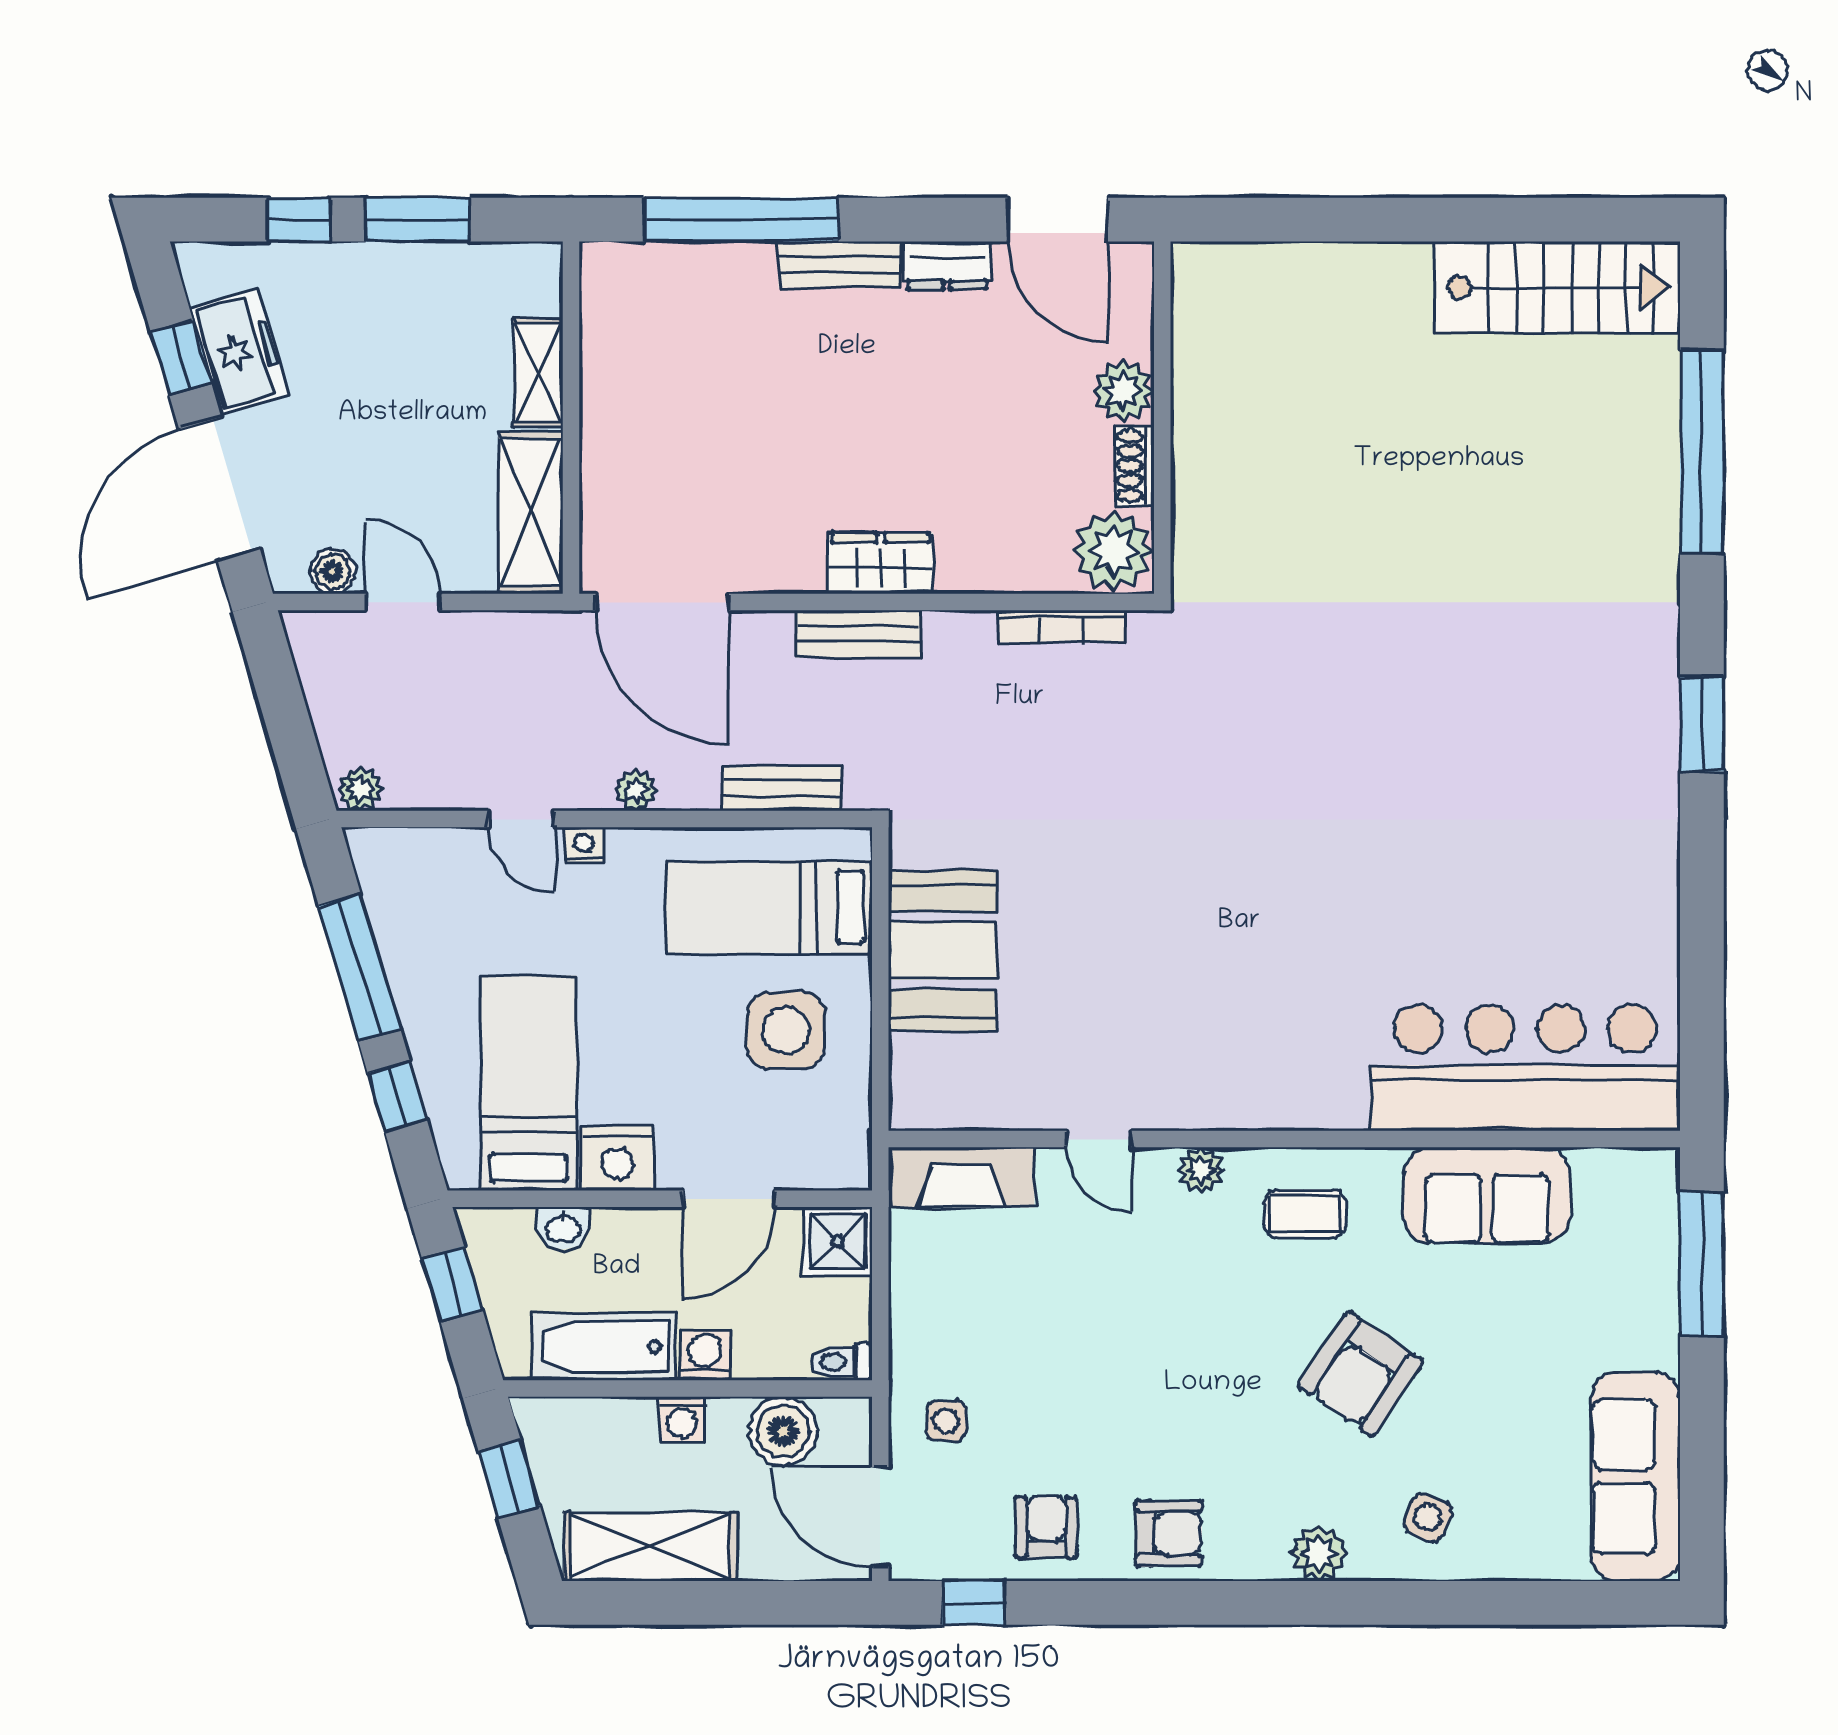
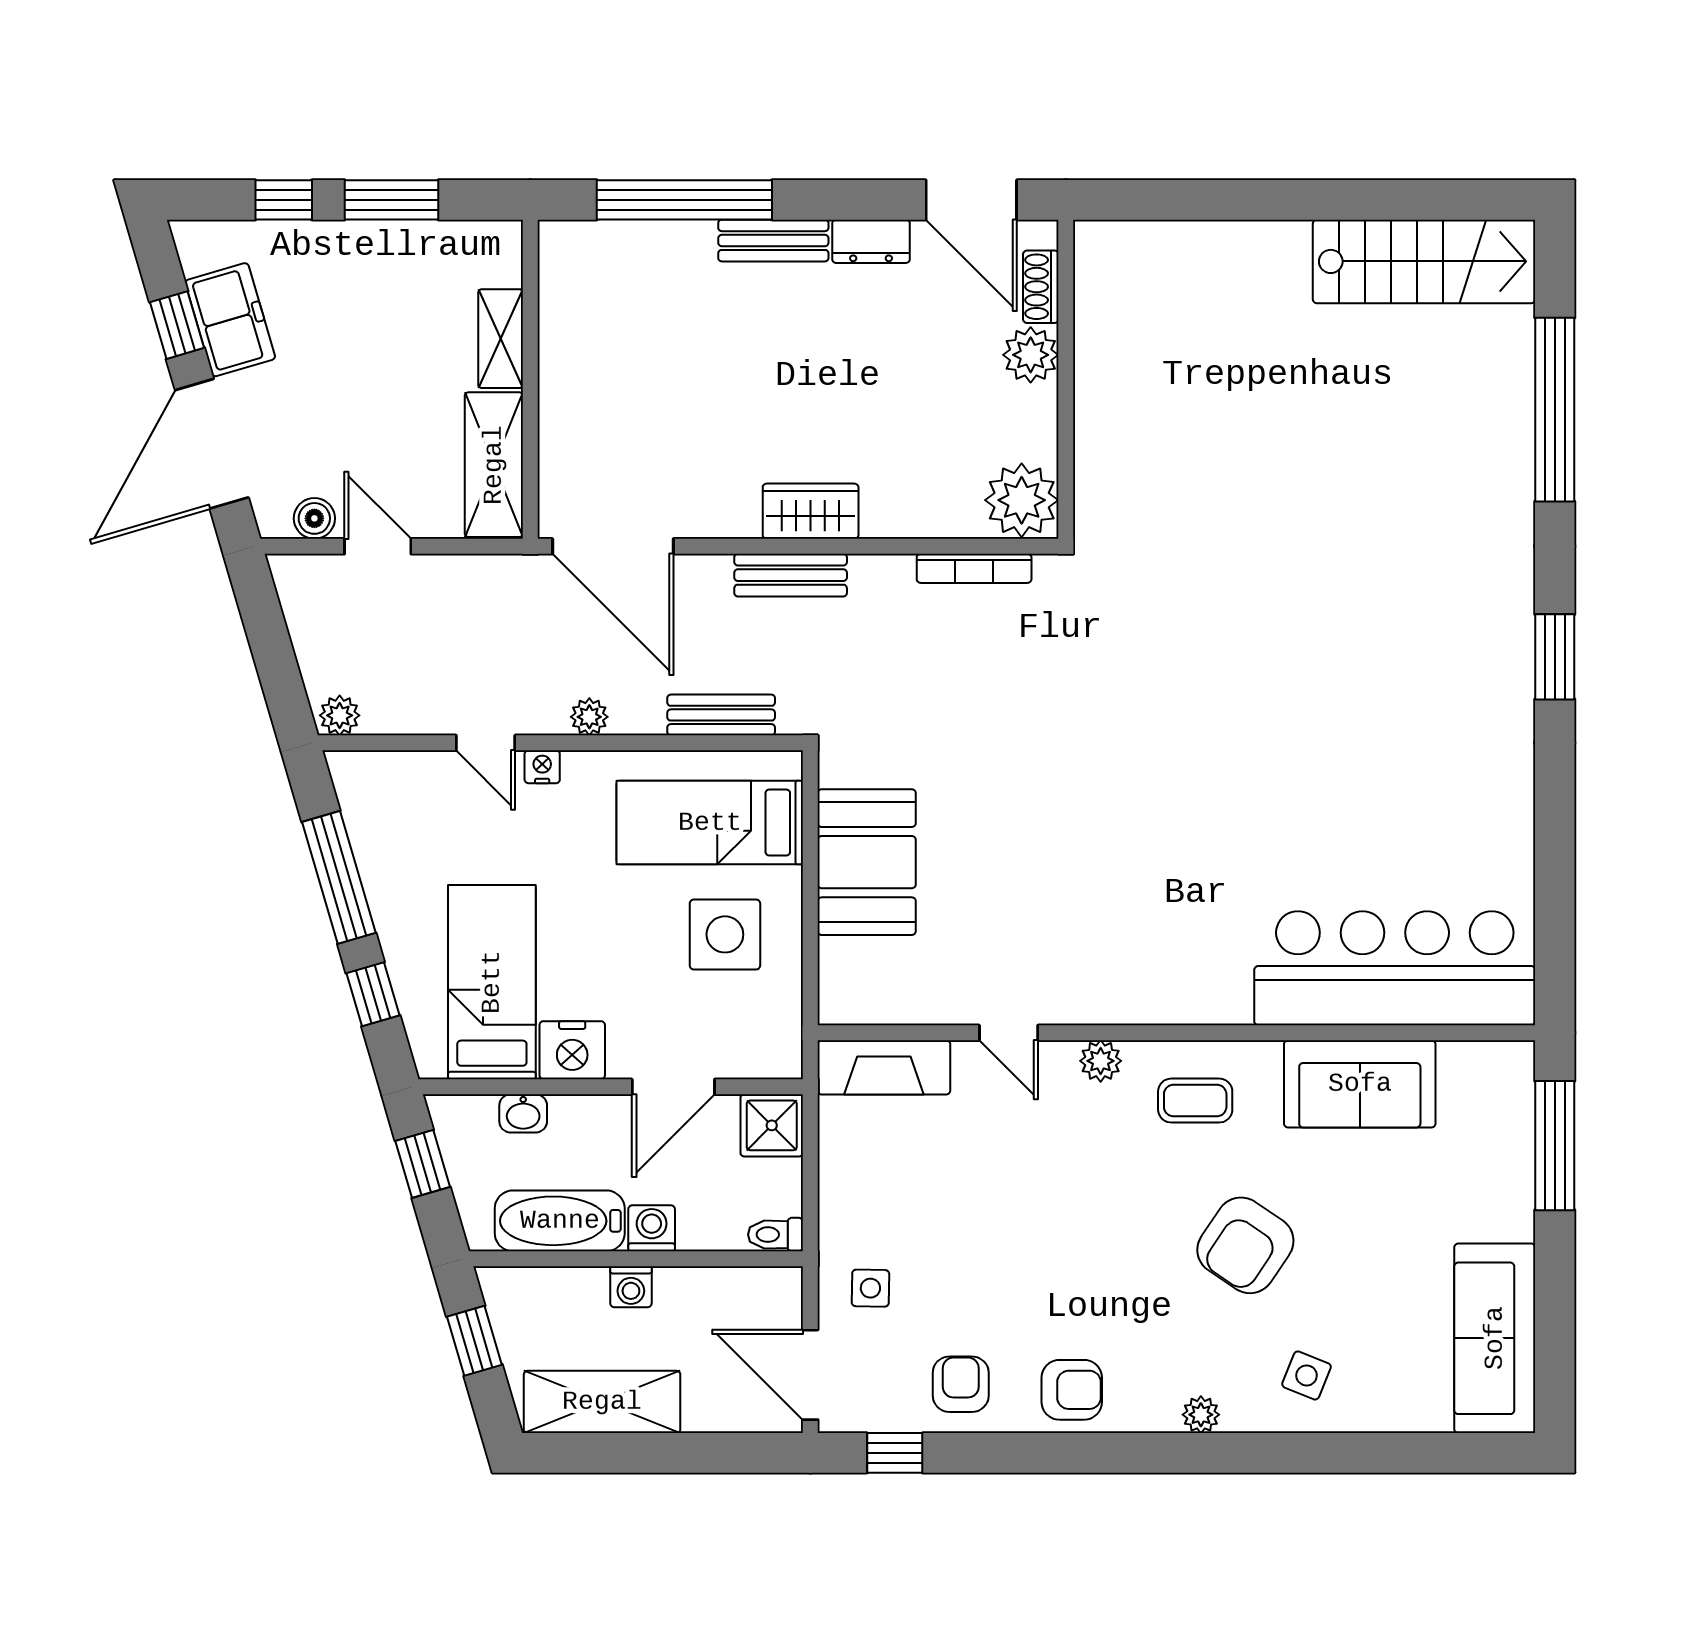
shoe rack: (1135, 466) -> (1041, 287), moved
boiler: (783, 1431) -> (722, 1297), removed
plant: (1319, 1553) -> (1201, 1415), width x0.73, depth x0.73

